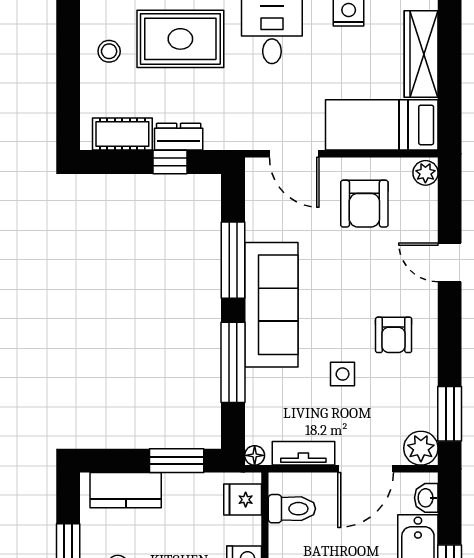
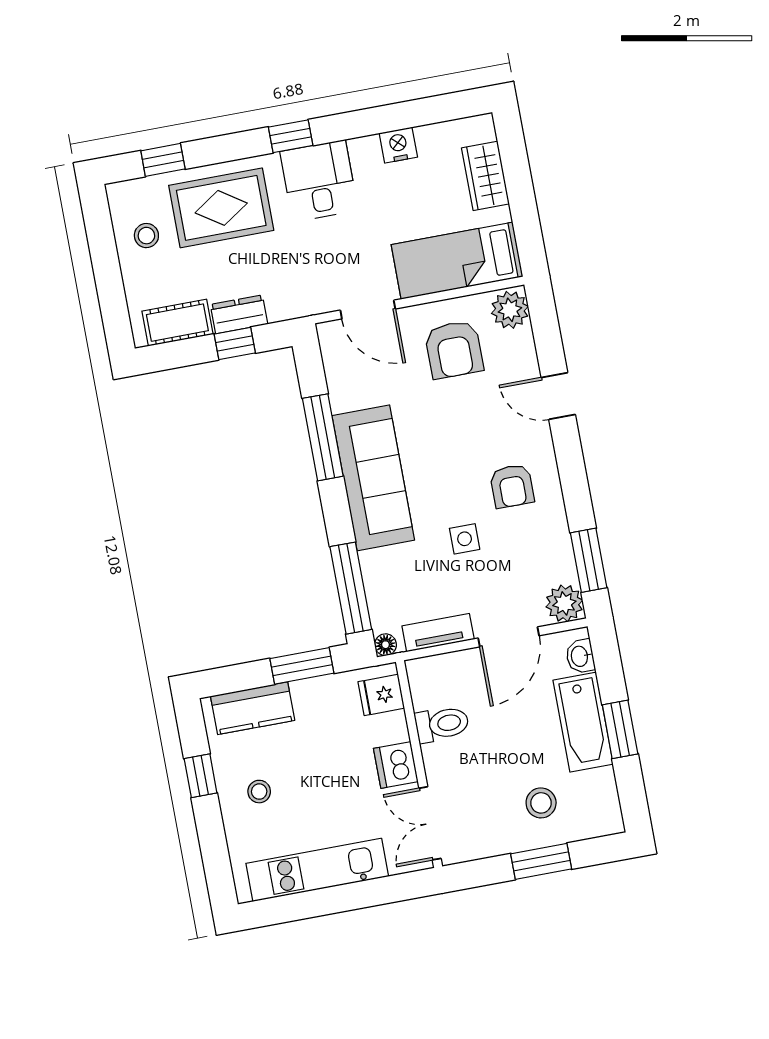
wardrobe: (421, 54) -> (485, 176), width x0.67
plant: (425, 173) -> (510, 310), width x1.38, depth x1.38
window: (233, 362) -> (351, 588), moved
toilet: (292, 509) -> (442, 724), moved

